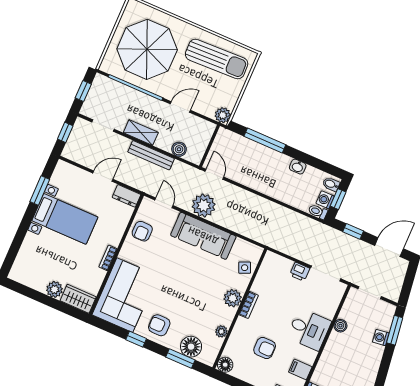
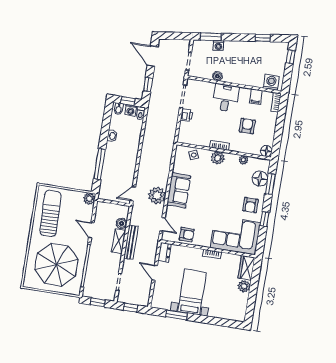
shelving: (141, 132) -> (119, 241), moved
door: (164, 203) -> (162, 224), swing flipped
sofa: (203, 236) -> (179, 190), width x0.73

